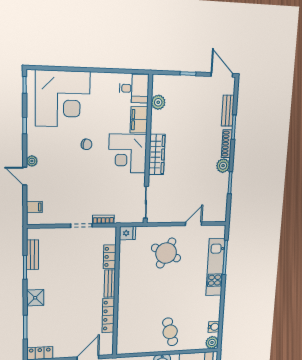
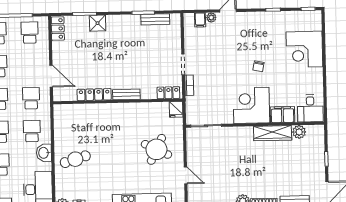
corner desk: (63, 99) -> (304, 49), width x0.74, depth x0.74
wardrobe: (157, 155) -> (273, 133), moved
plant: (32, 161) -> (211, 17), moved
locker: (110, 257) -> (168, 93), moved
shower: (35, 298) -> (98, 23), moved

